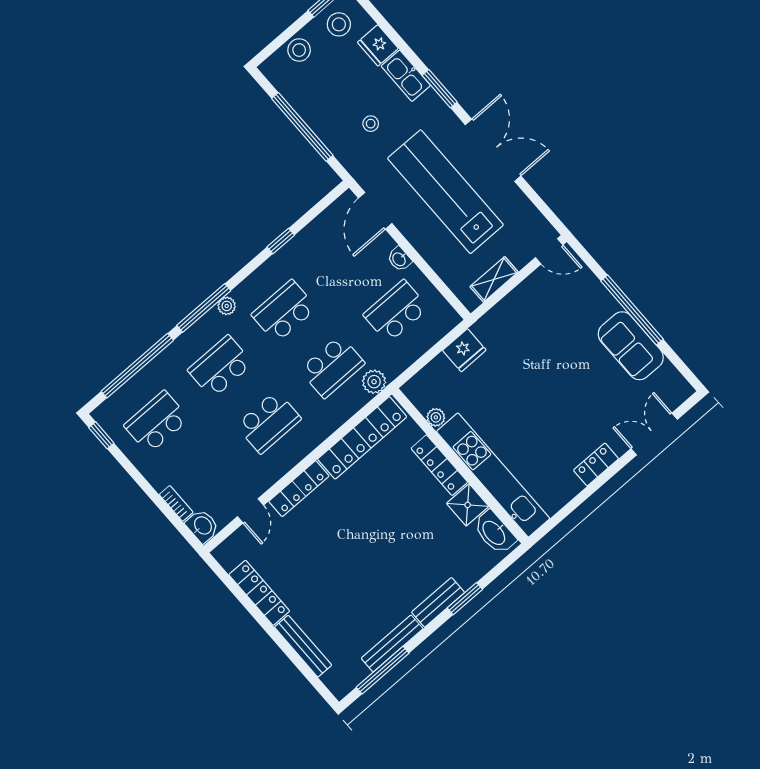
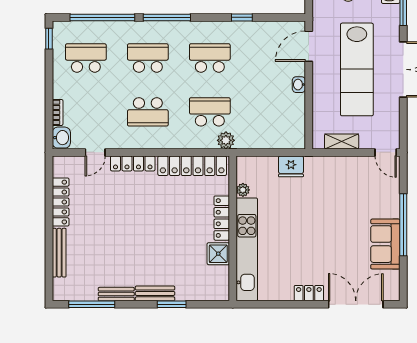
lab bench: (445, 192) -> (357, 69), turned 180
plant: (227, 306) -> (181, 27), removed
school desk: (396, 311) -> (272, 112), removed
school desk: (332, 367) -> (210, 112), turned 180
double door: (654, 434) -> (356, 304), width x1.37
washbasin: (494, 532) -> (220, 282), removed
bench: (392, 644) -> (116, 294), width x0.73

